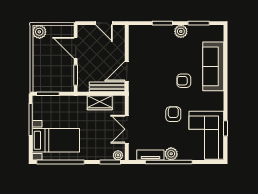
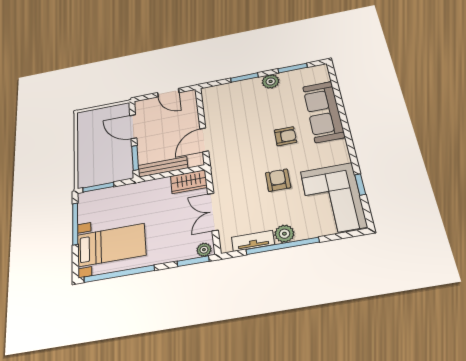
plant: (39, 32) -> (86, 118), removed
armchair: (184, 81) -> (285, 136), turned 180
bench: (107, 87) -> (163, 167), moved
wardrobe: (100, 103) -> (189, 182), moved

